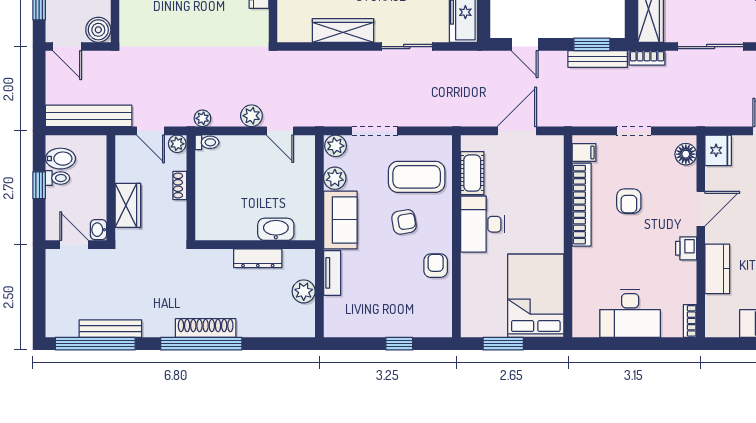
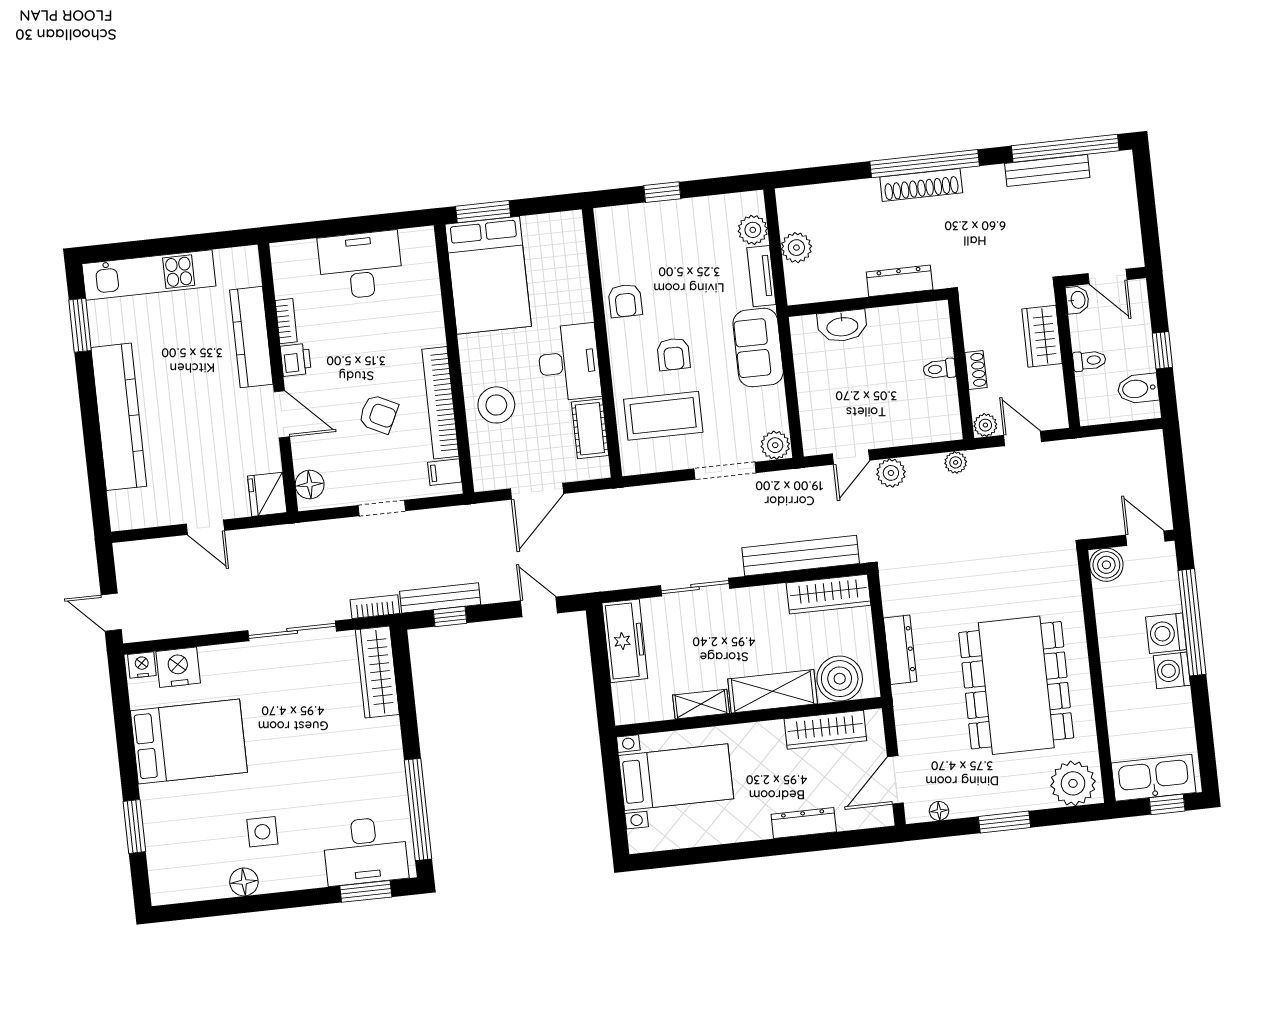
wardrobe: (343, 30) -> (828, 594), moved
window: (592, 44) -> (450, 617), width x0.67
bench: (89, 116) -> (801, 556), moved
door: (280, 131) -> (851, 457), swing flipped
toilet: (207, 142) -> (939, 369), moved
toilet: (58, 178) -> (1089, 361), moved, turned 180
plant: (335, 178) -> (753, 230), moved
stool: (540, 198) -> (496, 405), added
armchair: (629, 201) -> (378, 414), turned 116
door: (701, 209) -> (282, 414), swing flipped
armchair: (404, 222) -> (673, 354), turned -80
dresser: (258, 258) -> (900, 281), moved
kitchen counter: (717, 269) -> (251, 337), width x1.50
bookcase: (690, 321) -> (286, 321), moved
window: (503, 344) -> (483, 212), moved

